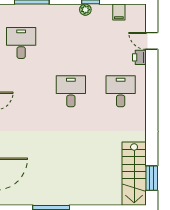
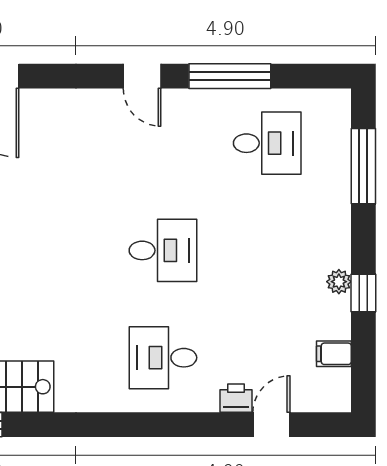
desk: (121, 91) -> (163, 358), turned 180

